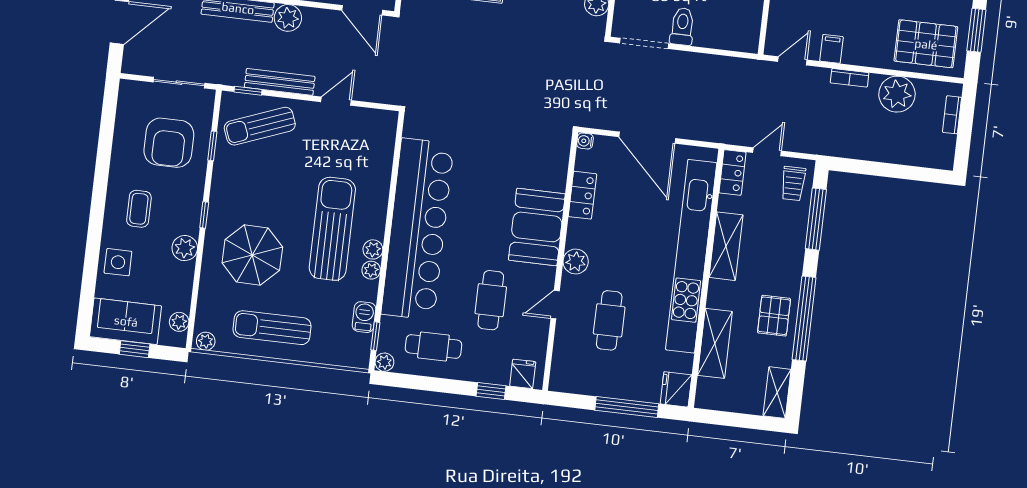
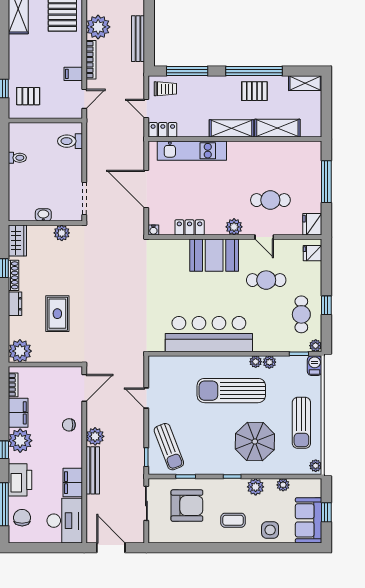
toilet: (682, 26) -> (70, 141), moved
door: (792, 61) -> (84, 99), swing flipped
bookcase: (850, 78) -> (91, 60), width x1.56
bench: (280, 82) -> (138, 39), moved
door: (647, 138) -> (146, 189), swing flipped
bar counter: (418, 229) -> (209, 334), width x0.73
shelving: (726, 246) -> (231, 128), moved
plant: (373, 249) -> (269, 362), moved
kitchen unit: (691, 256) -> (192, 151), width x0.54
barbecue: (364, 317) -> (315, 366), moved, turned 90
plant: (179, 322) -> (283, 485), moved
fridge: (676, 389) -> (312, 224), moved, turned 90
window: (491, 391) -> (326, 305), moved

